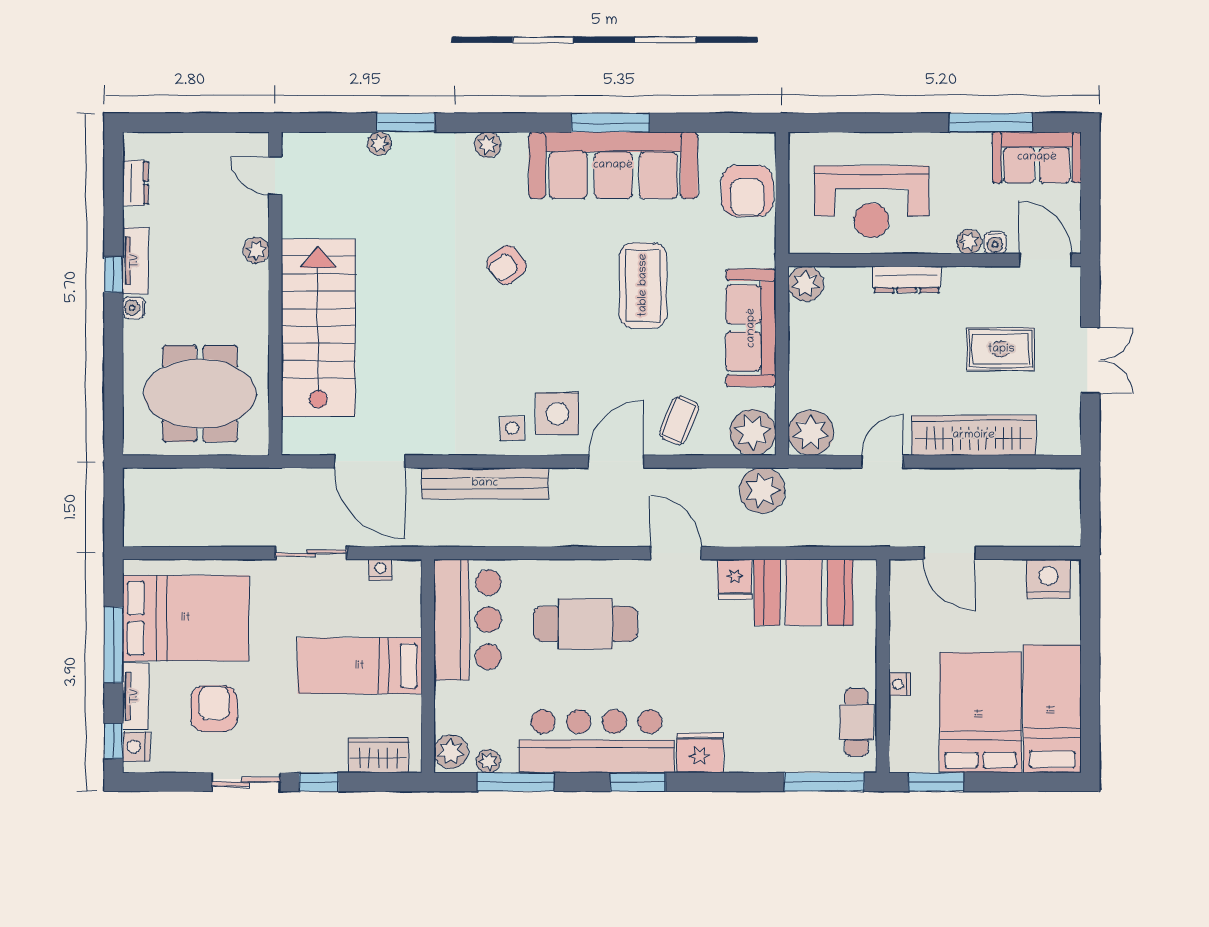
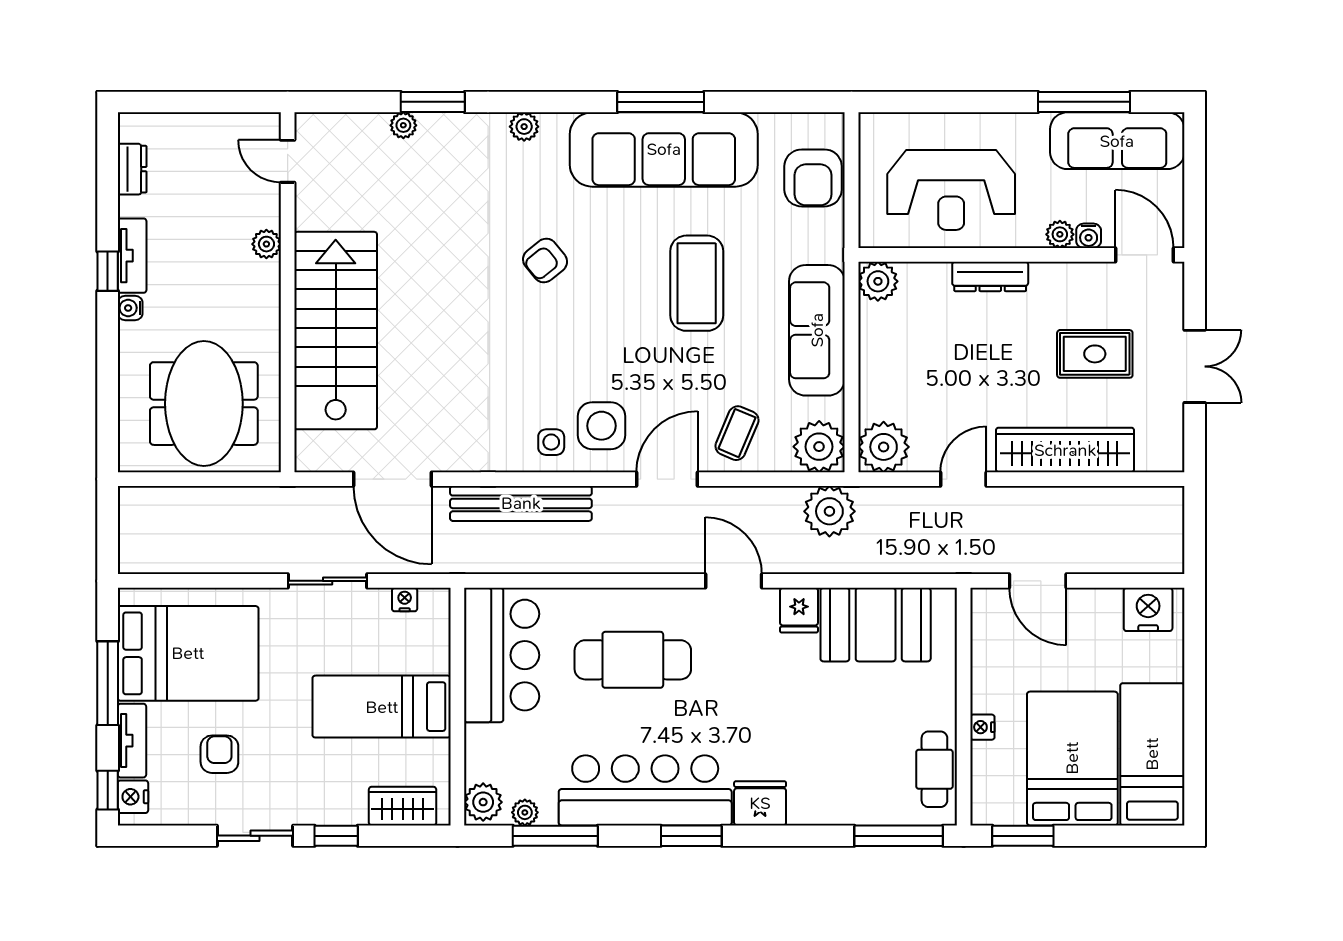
sofa: (1037, 157) -> (1117, 141), width x1.36
meeting table: (200, 394) -> (204, 404), turned 90
armchair: (214, 709) -> (219, 754), width x0.72, depth x0.72

